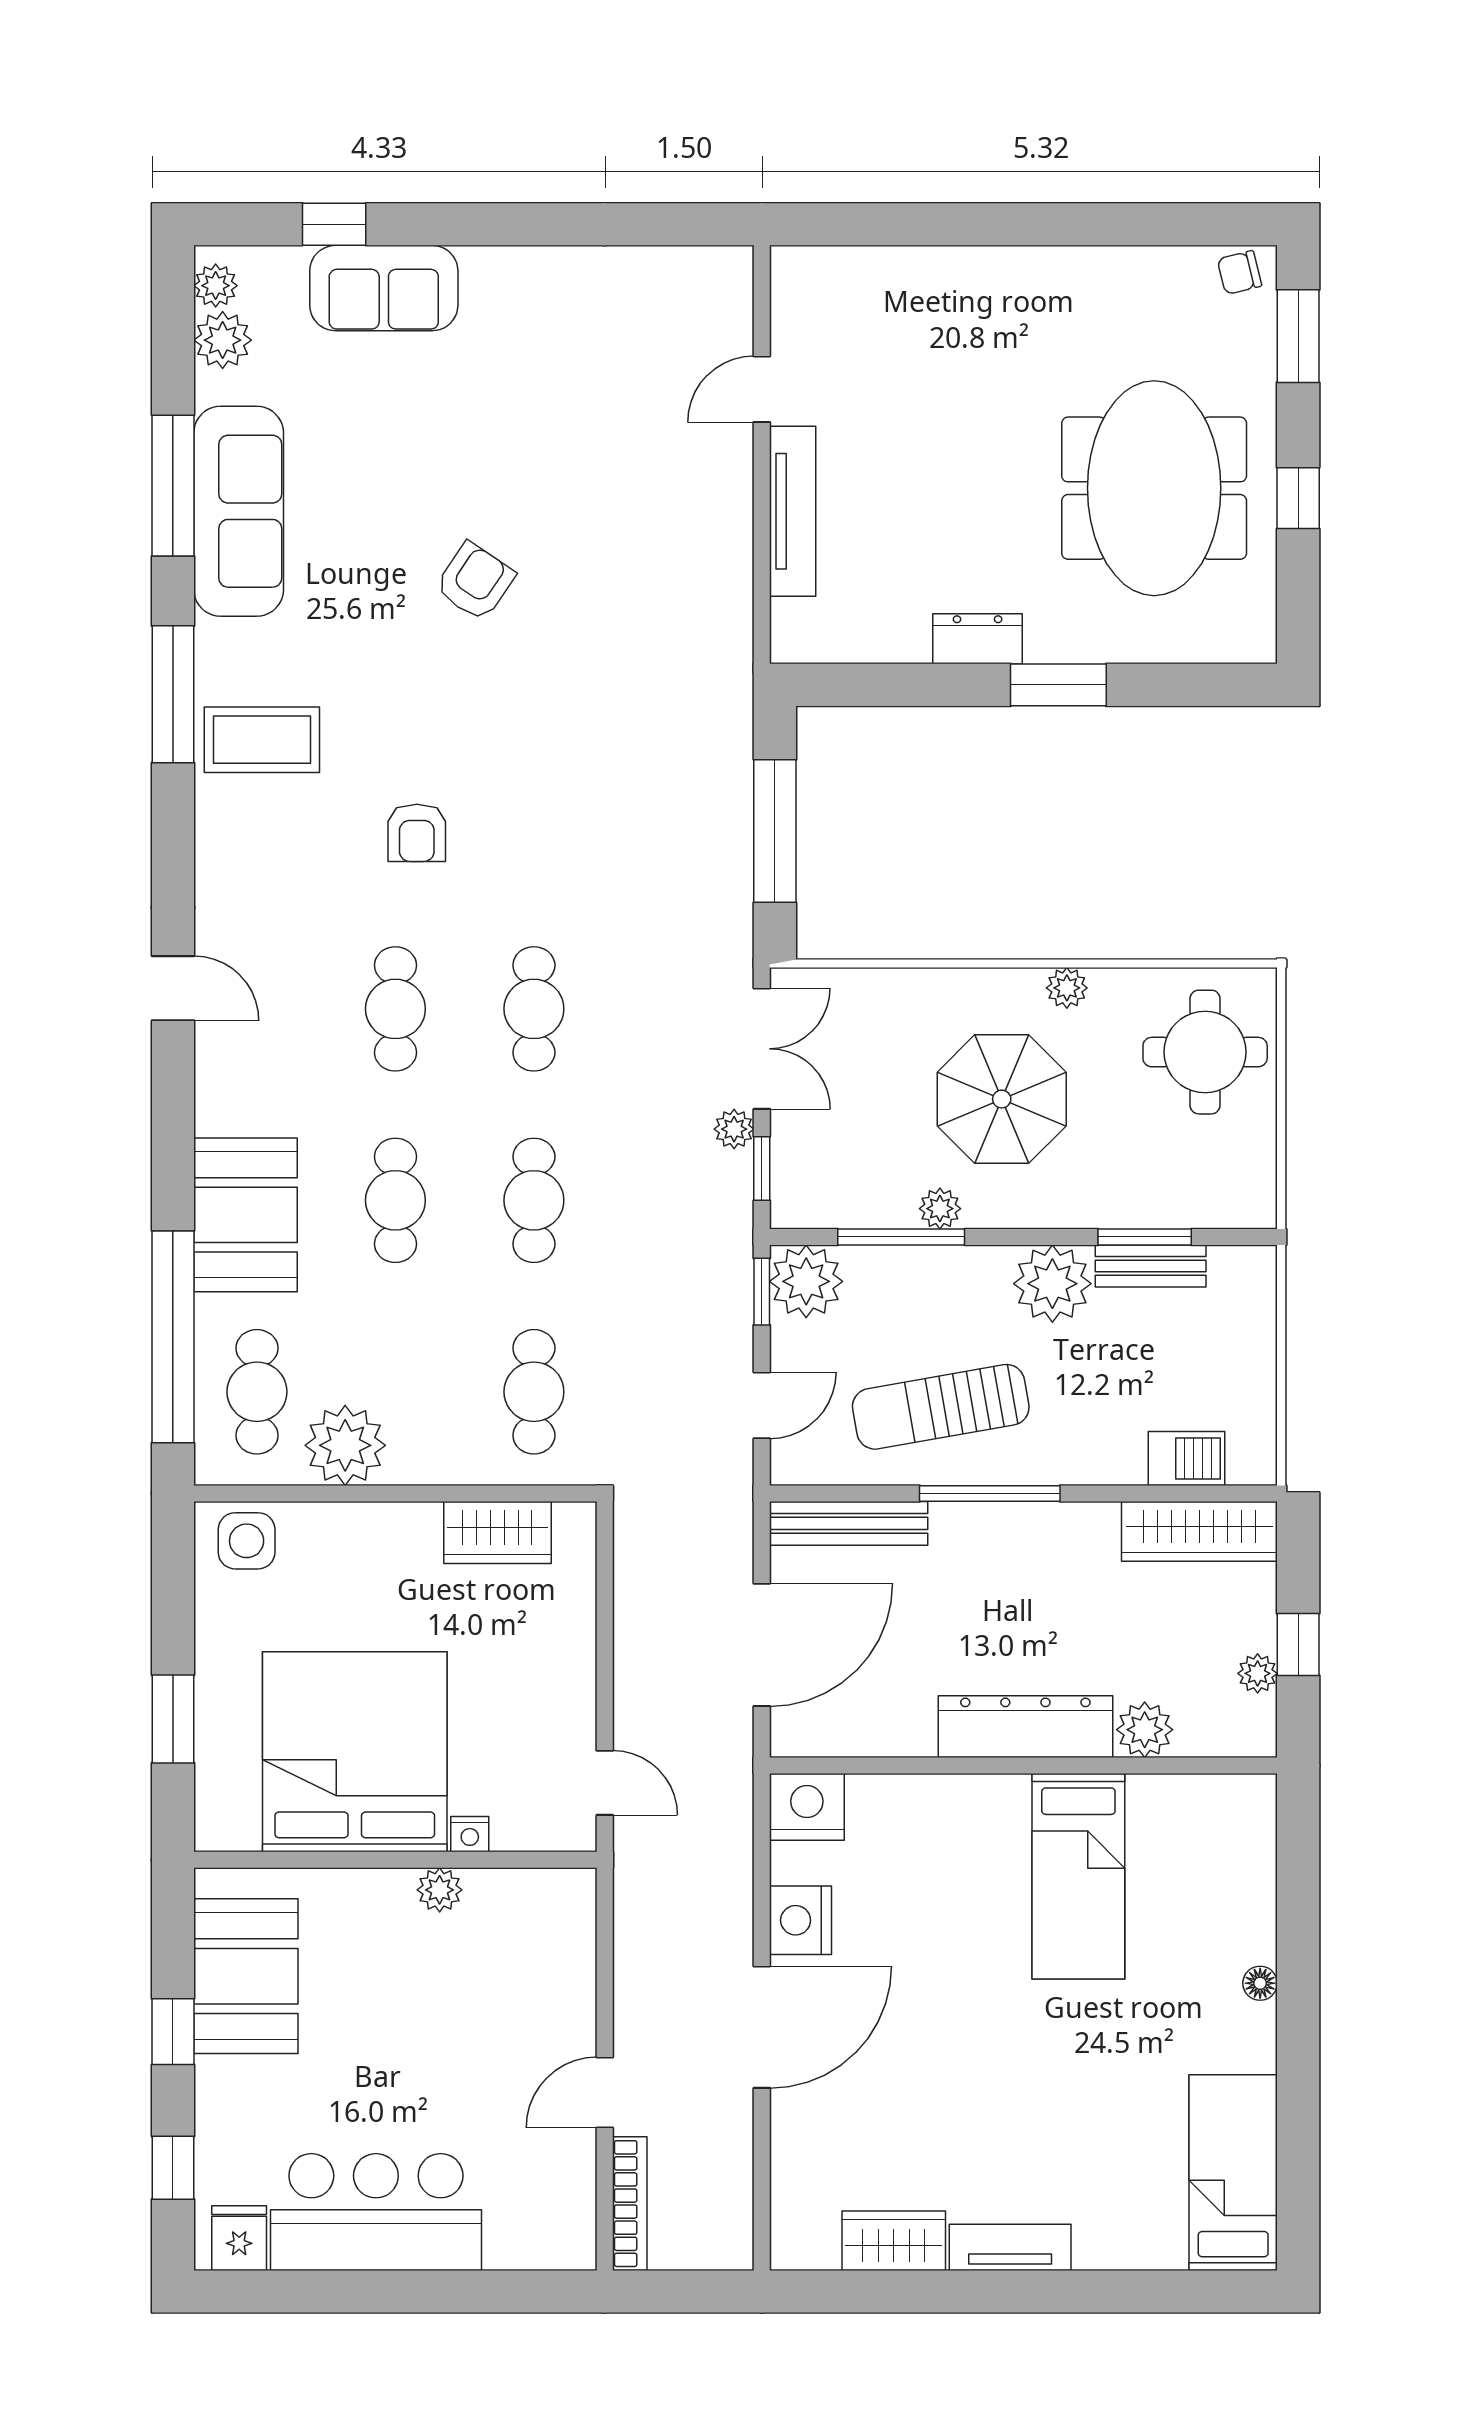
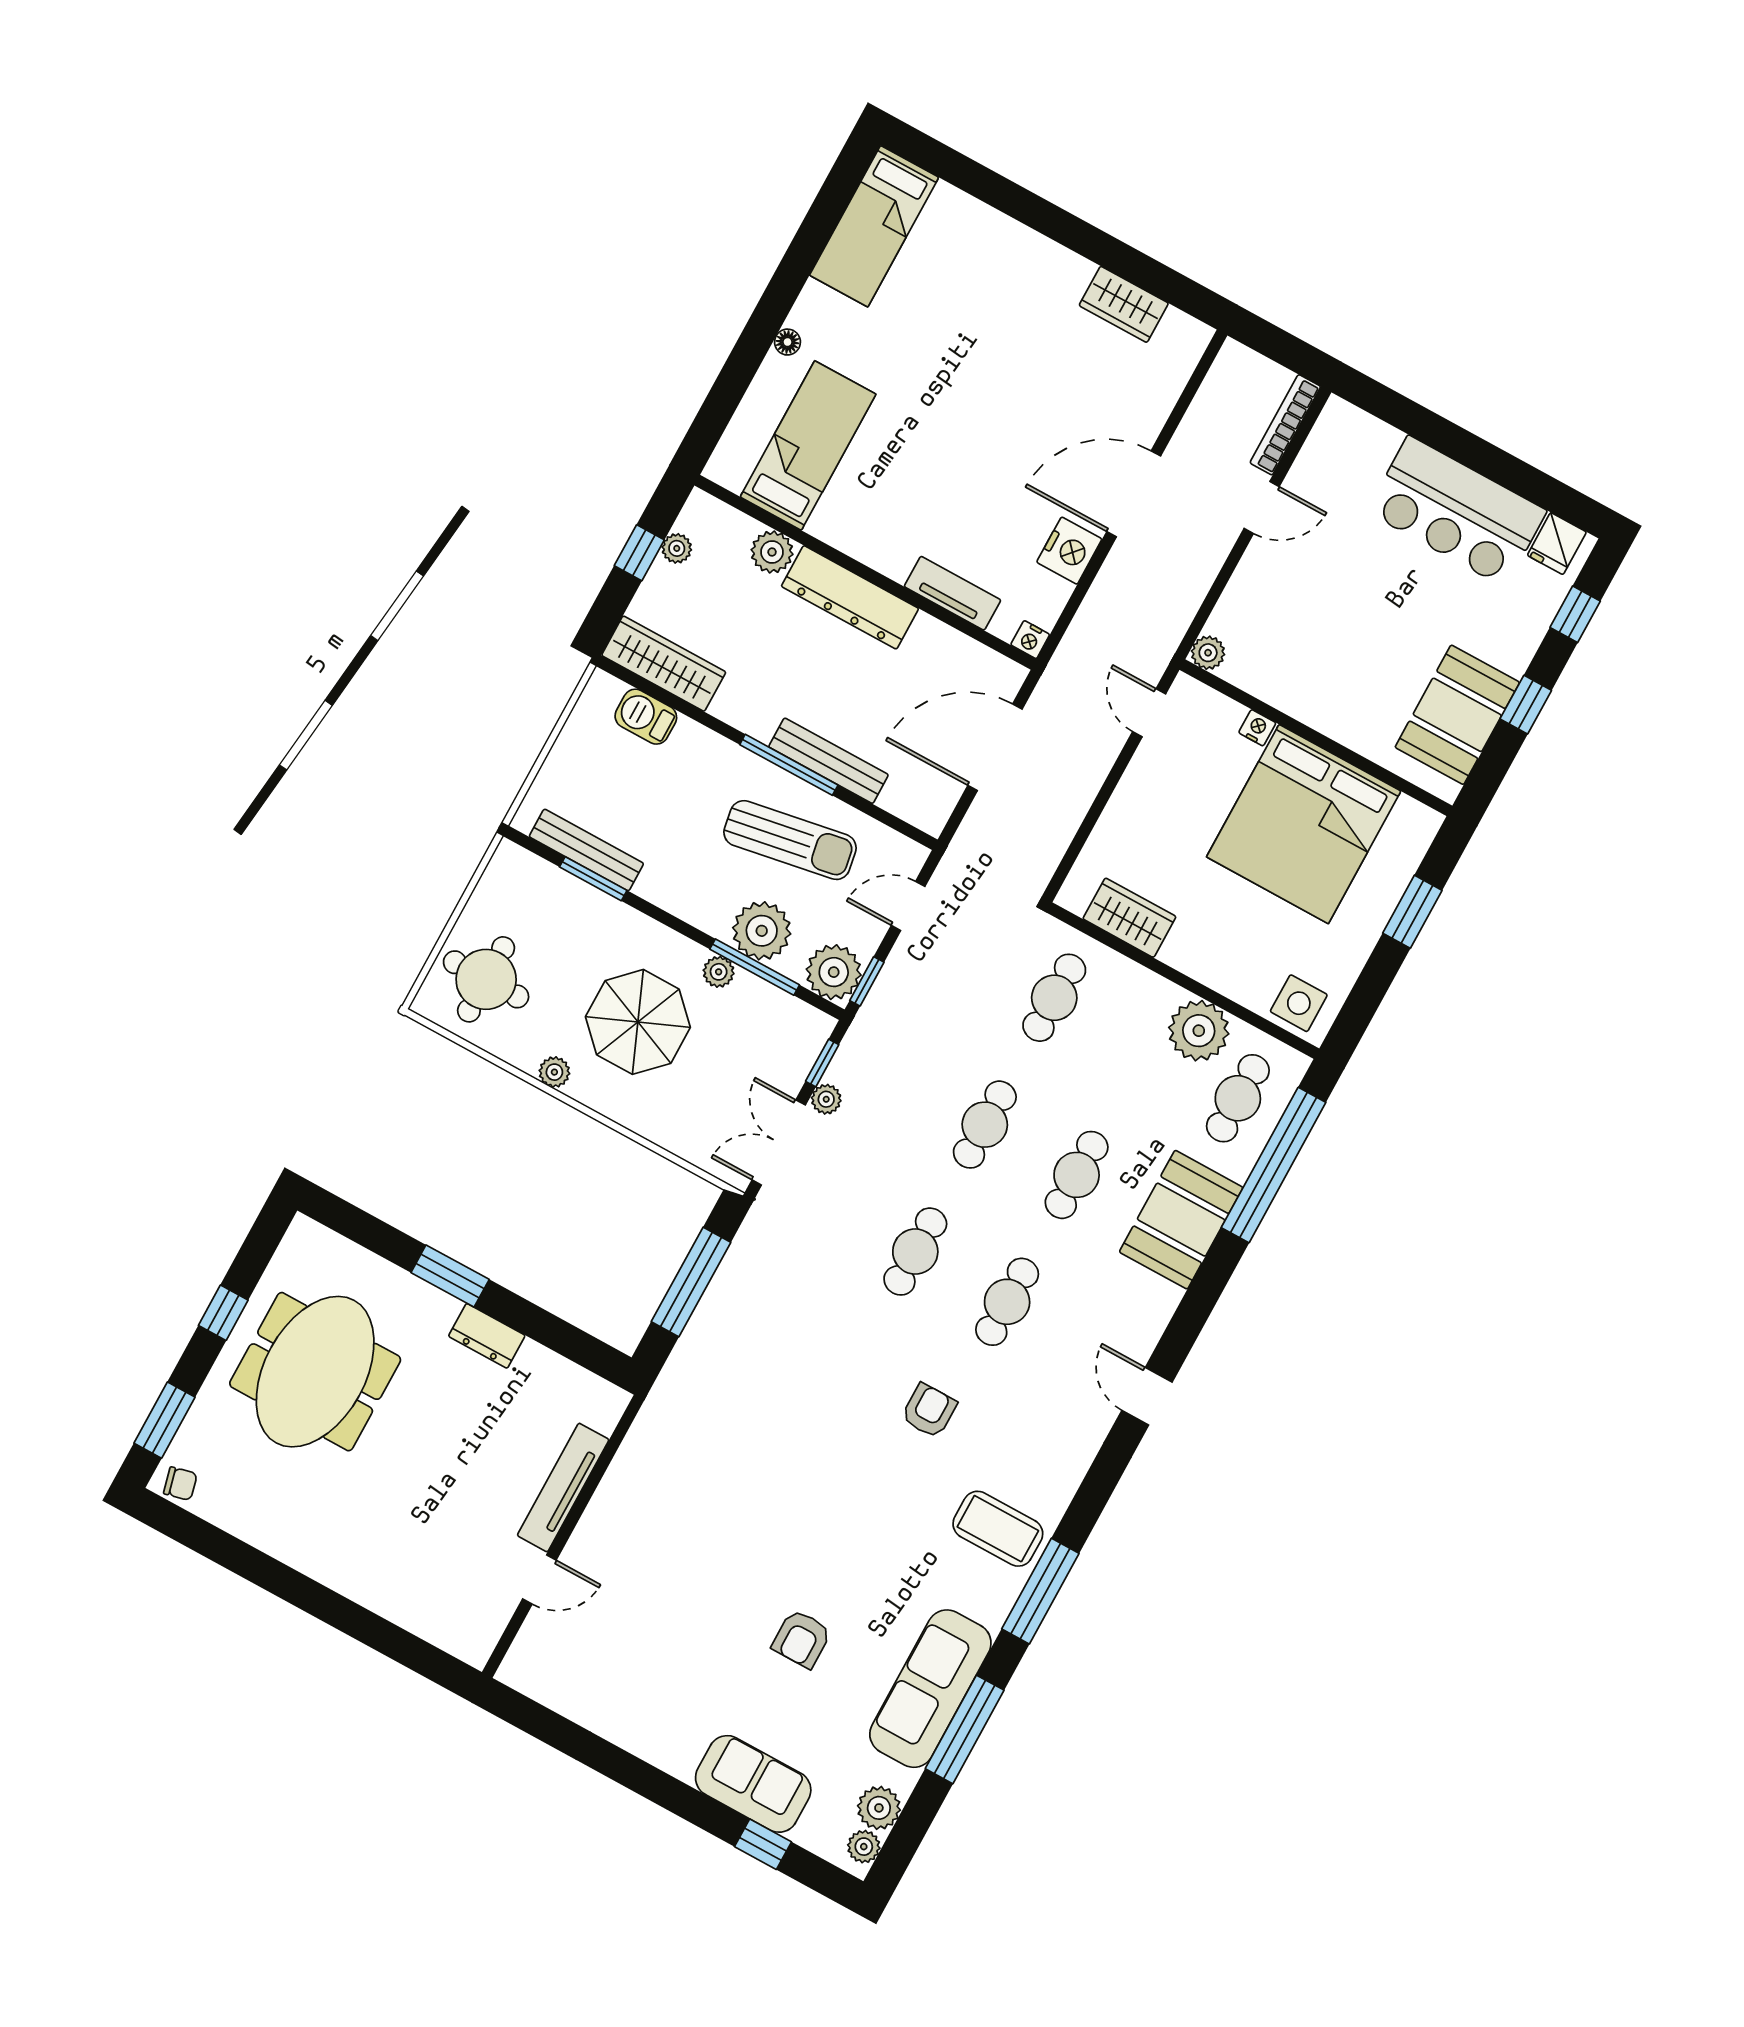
armchair: (475, 582) -> (802, 1639), moved, turned -34
bench: (1151, 1266) -> (586, 850), width x1.36
plant: (1052, 1284) -> (762, 931), moved
bench: (849, 1523) -> (829, 761), moved
nightstand: (807, 1807) -> (1030, 640), width x0.53, depth x0.56
bed: (1078, 1876) -> (808, 445), moved
plant: (440, 1890) -> (1208, 653), moved
tv unit: (1010, 2247) -> (952, 593), moved, turned 180

